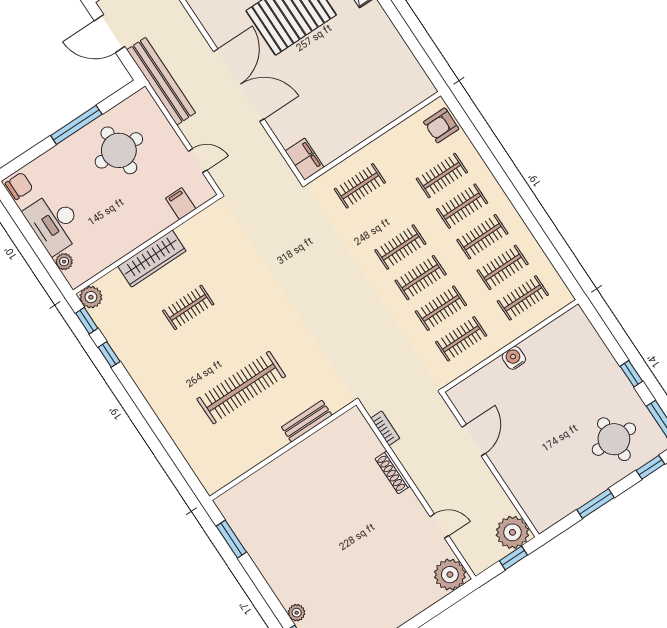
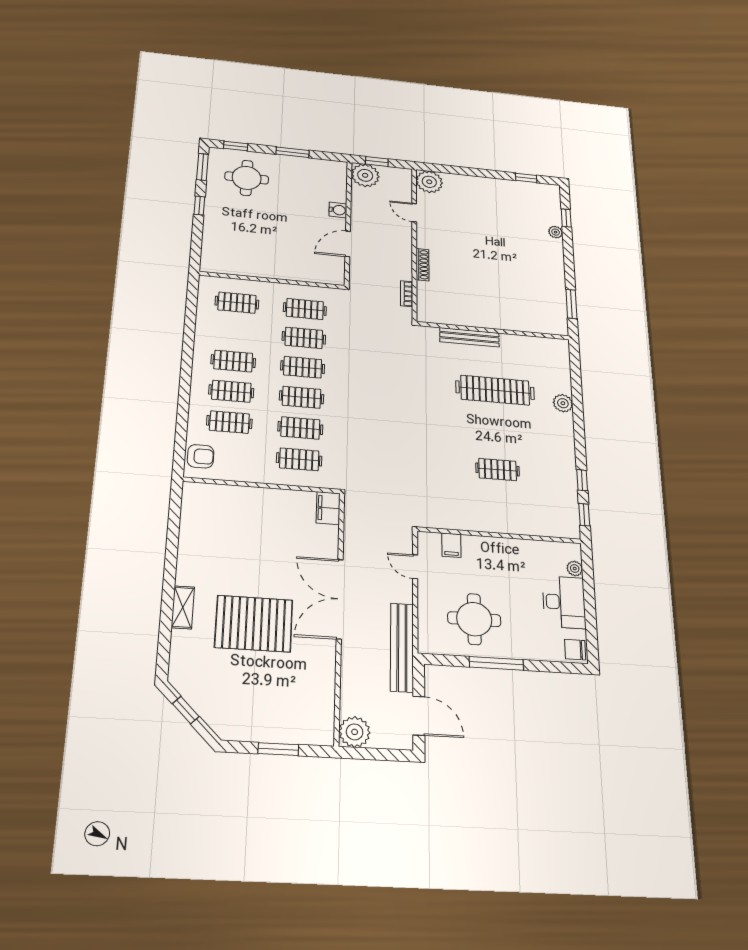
wardrobe: (152, 259) -> (502, 522), removed
clothes rail: (503, 267) -> (300, 428), moved
plant: (91, 297) -> (563, 403), moved
water cooler: (514, 358) -> (338, 210), moved, turned -90
bench: (307, 421) -> (469, 337), width x1.36

